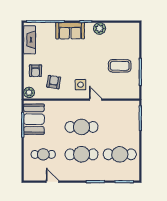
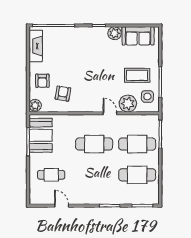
sofa: (70, 31) -> (138, 36), moved
side table: (80, 85) -> (147, 96), moved
plant: (111, 91) -> (128, 104), added
cafe table: (82, 154) -> (137, 144), moved

